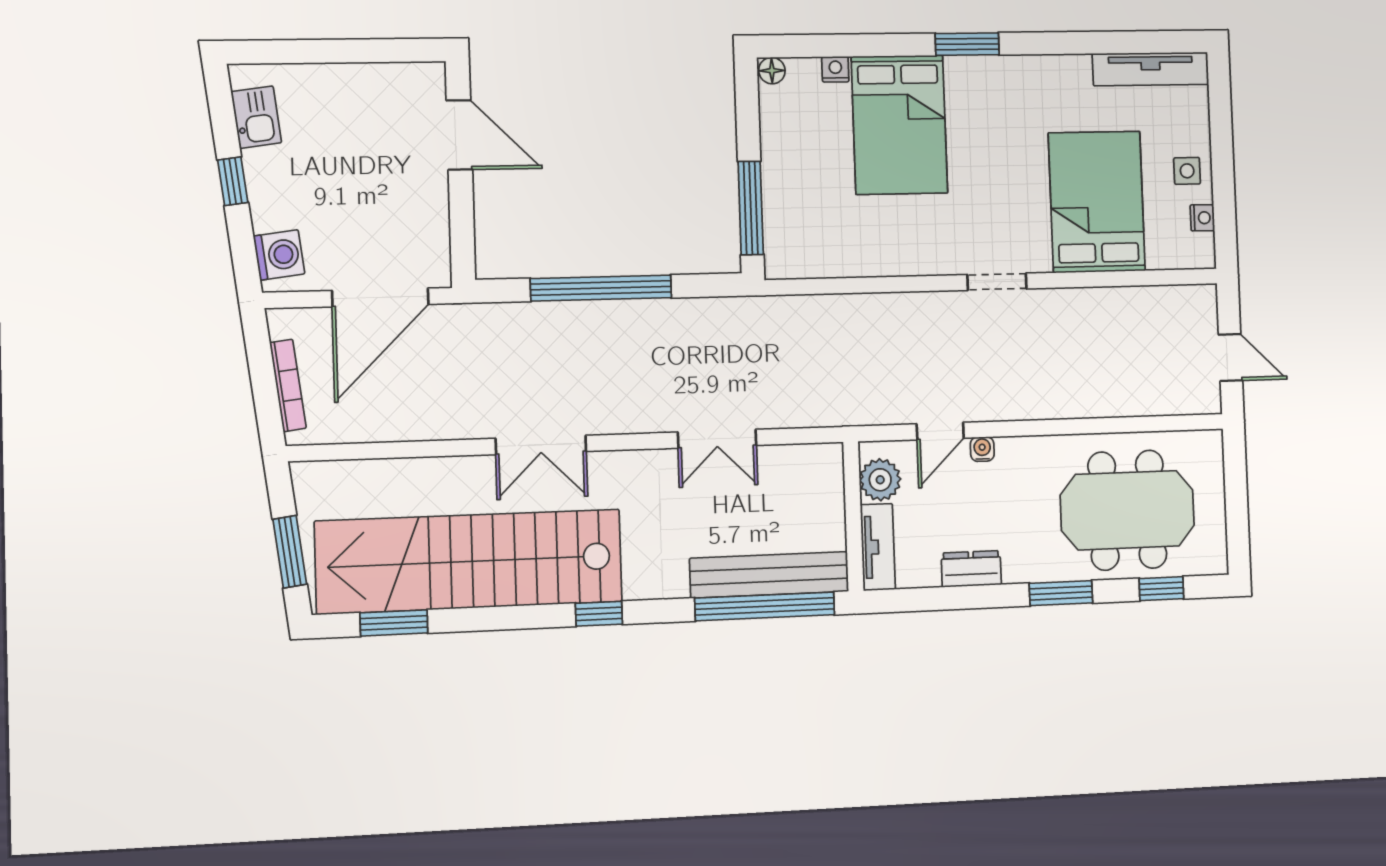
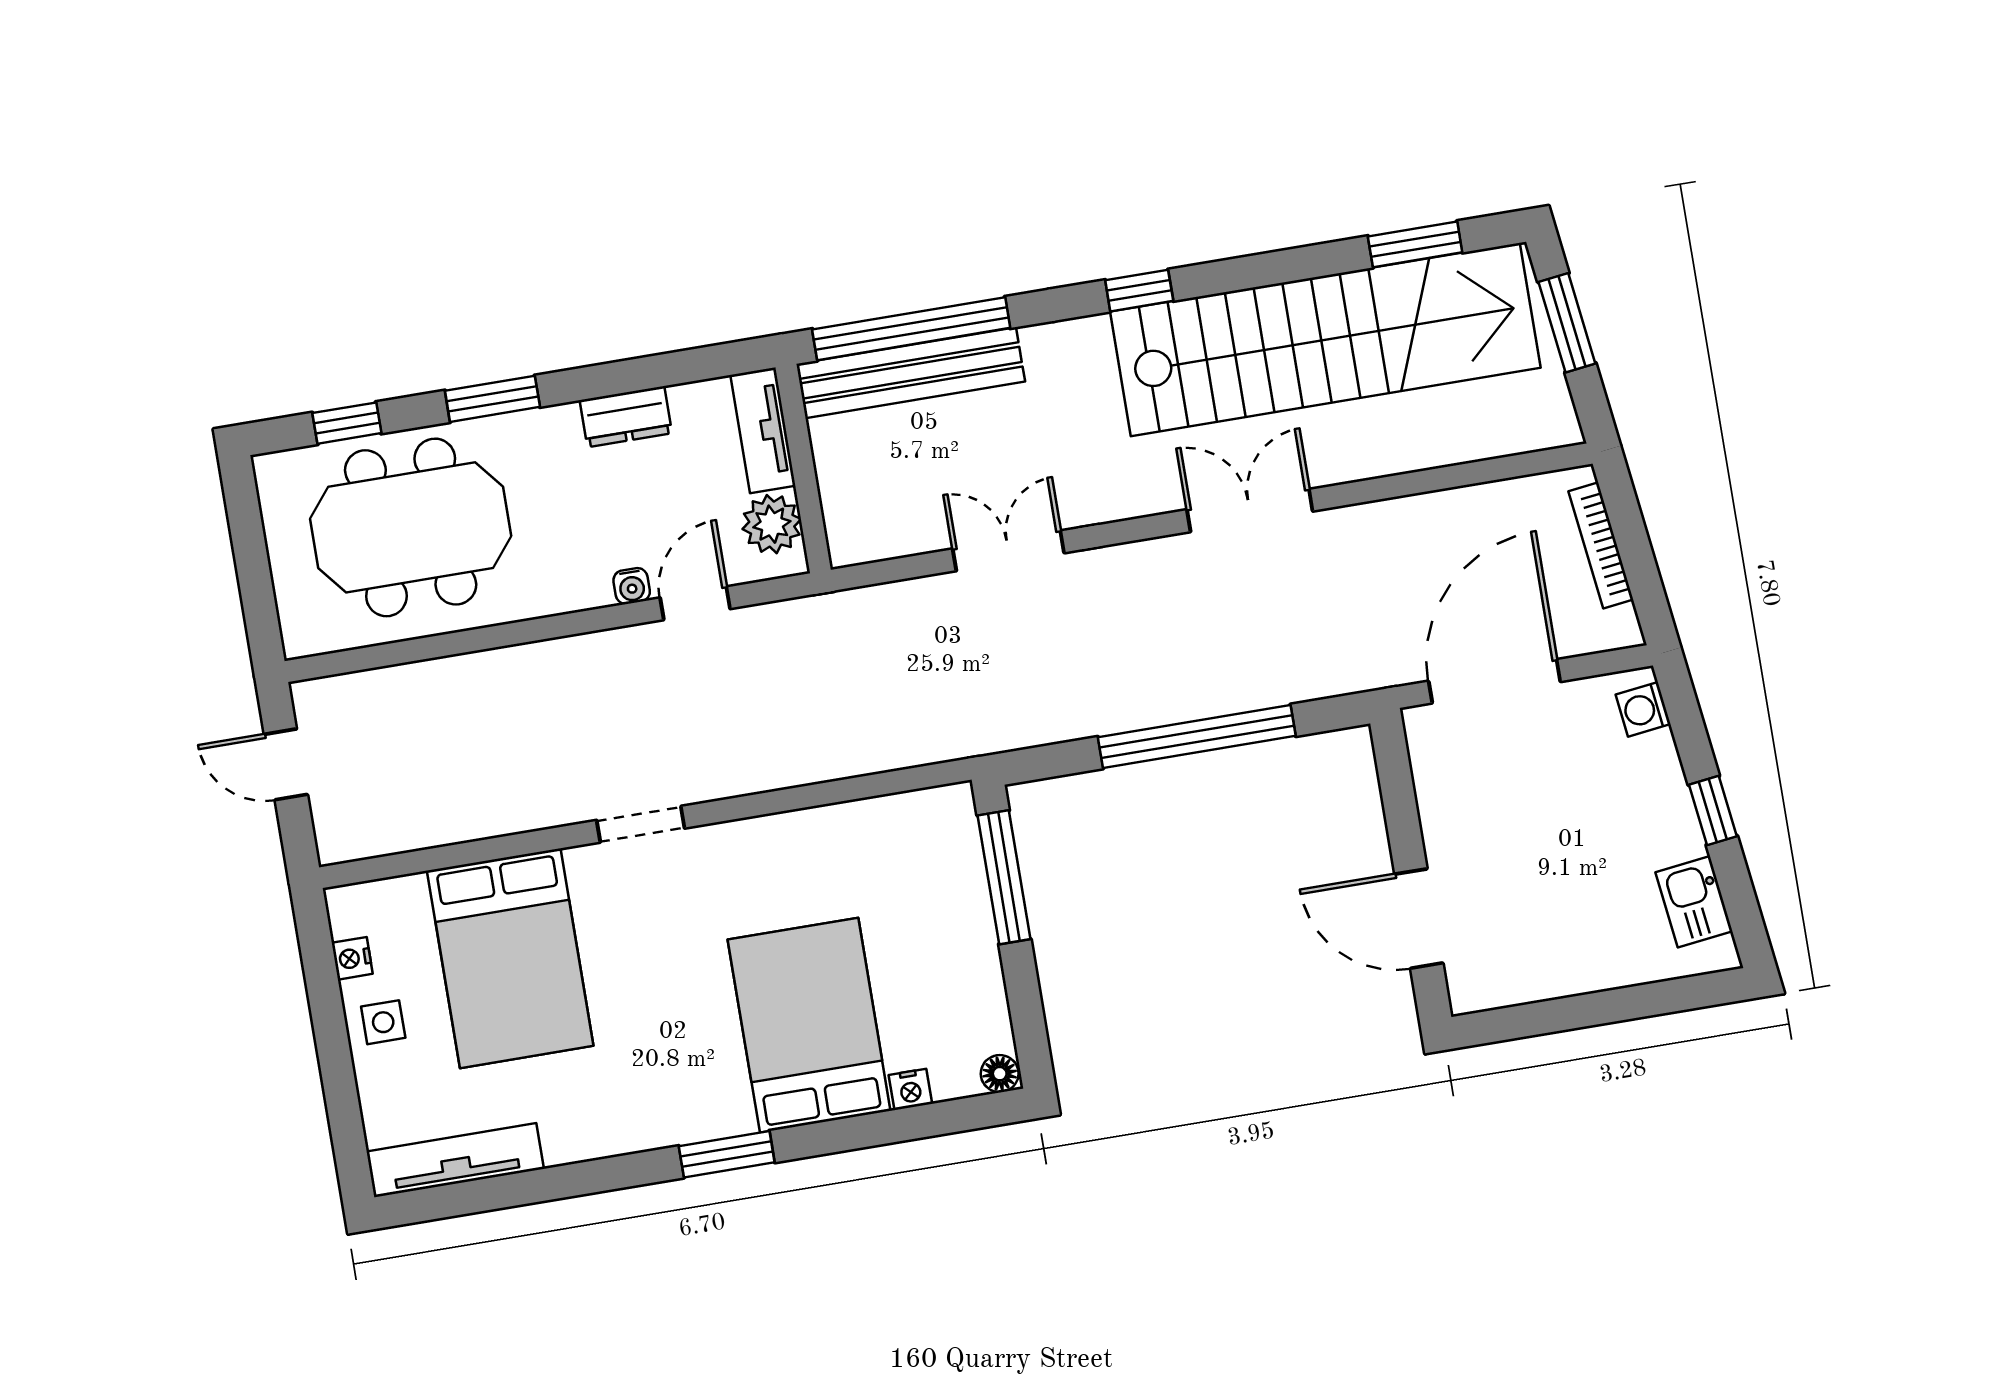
washing machine: (279, 255) -> (1643, 709), width x0.73, depth x0.73

